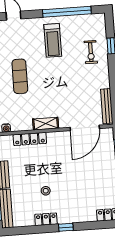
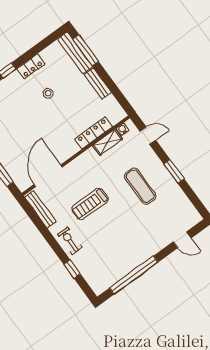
treadmill: (53, 40) -> (90, 204), moved, turned -90
exercise bike: (91, 52) -> (70, 241), moved
shelving: (46, 124) -> (108, 142), moved

